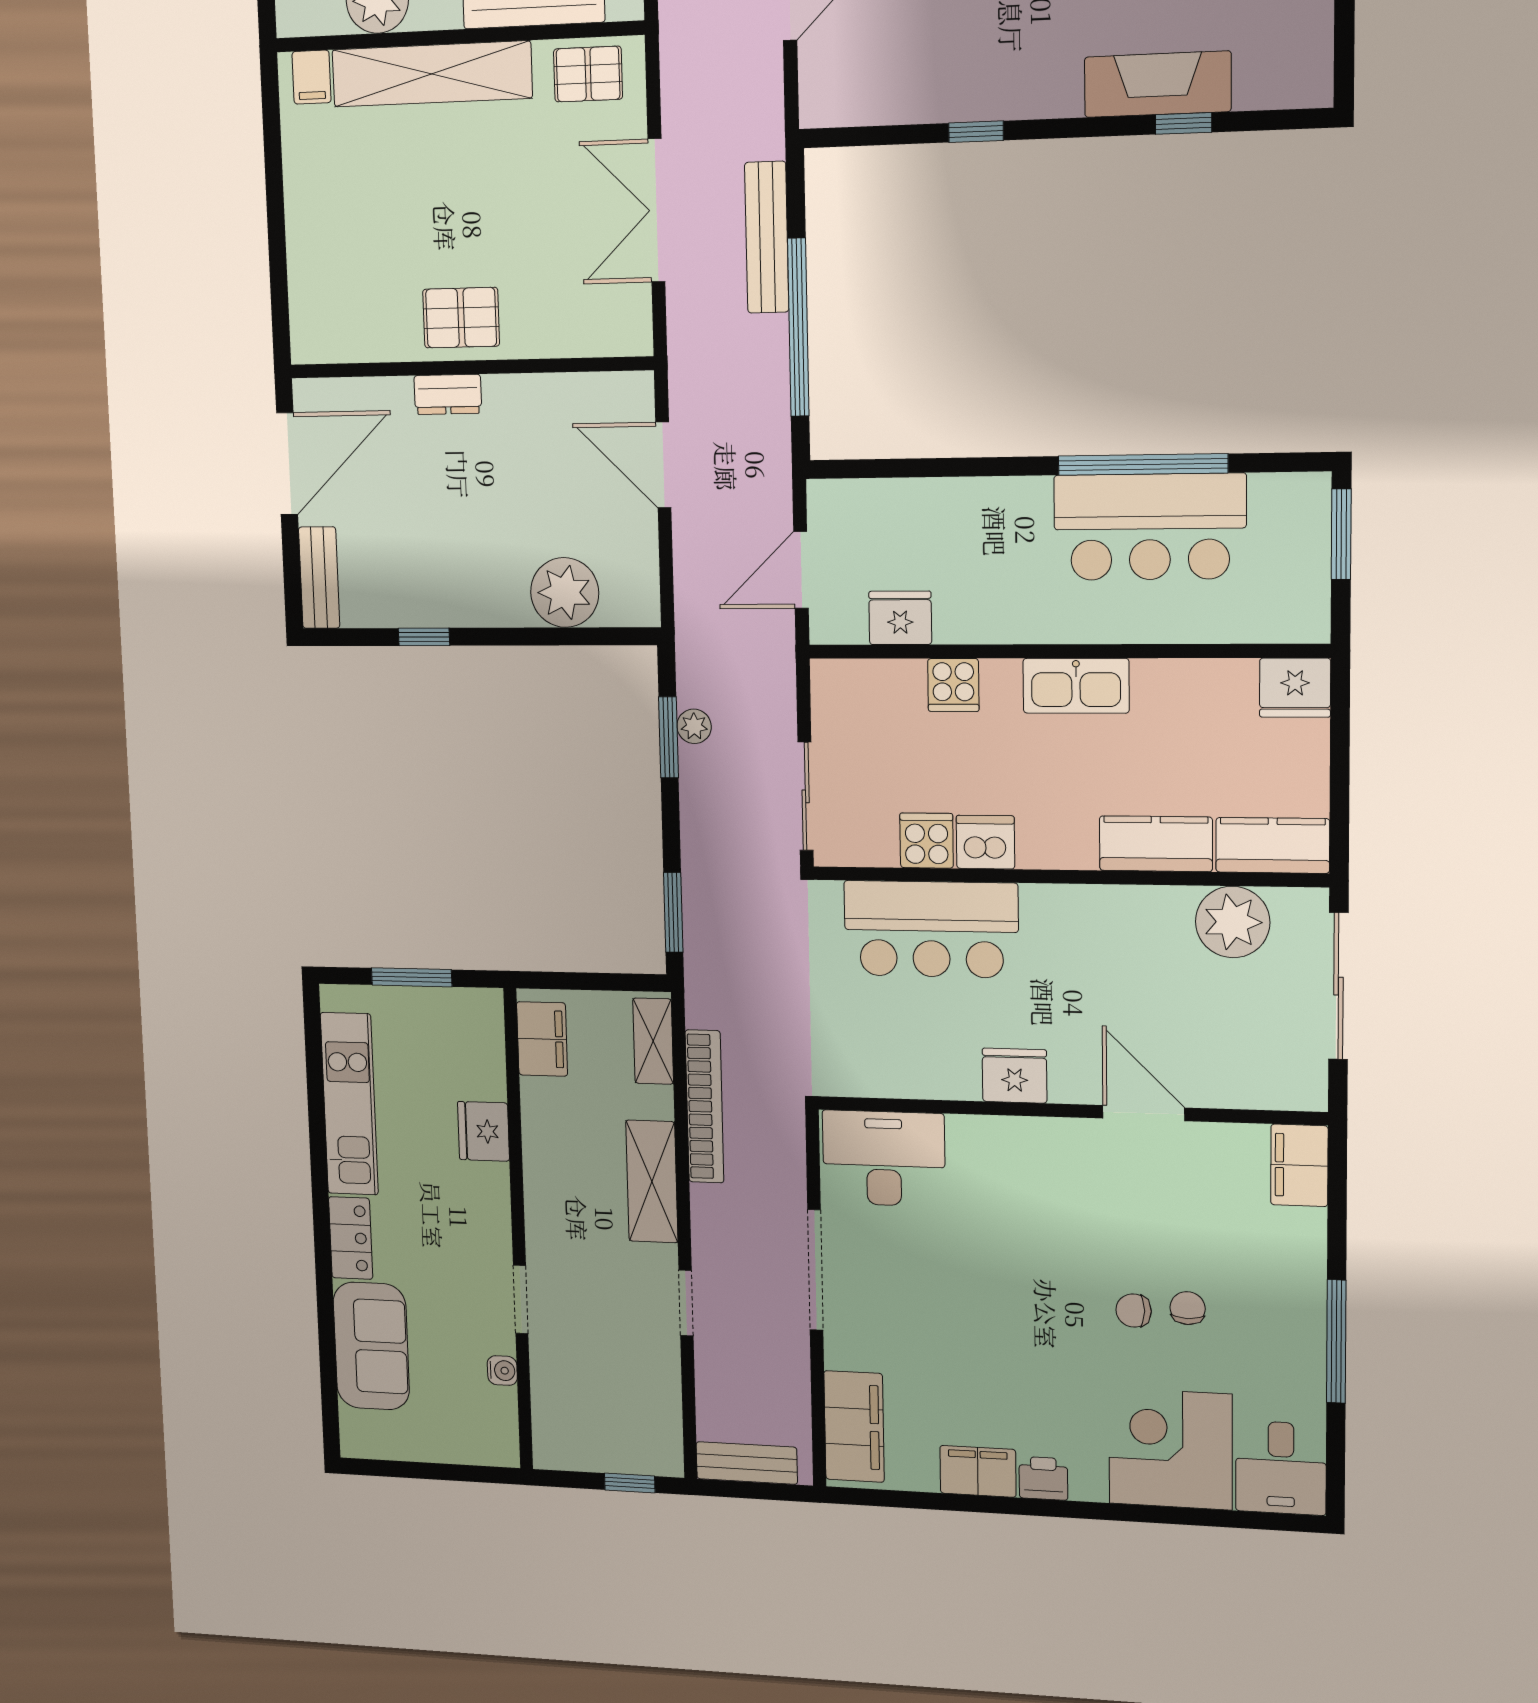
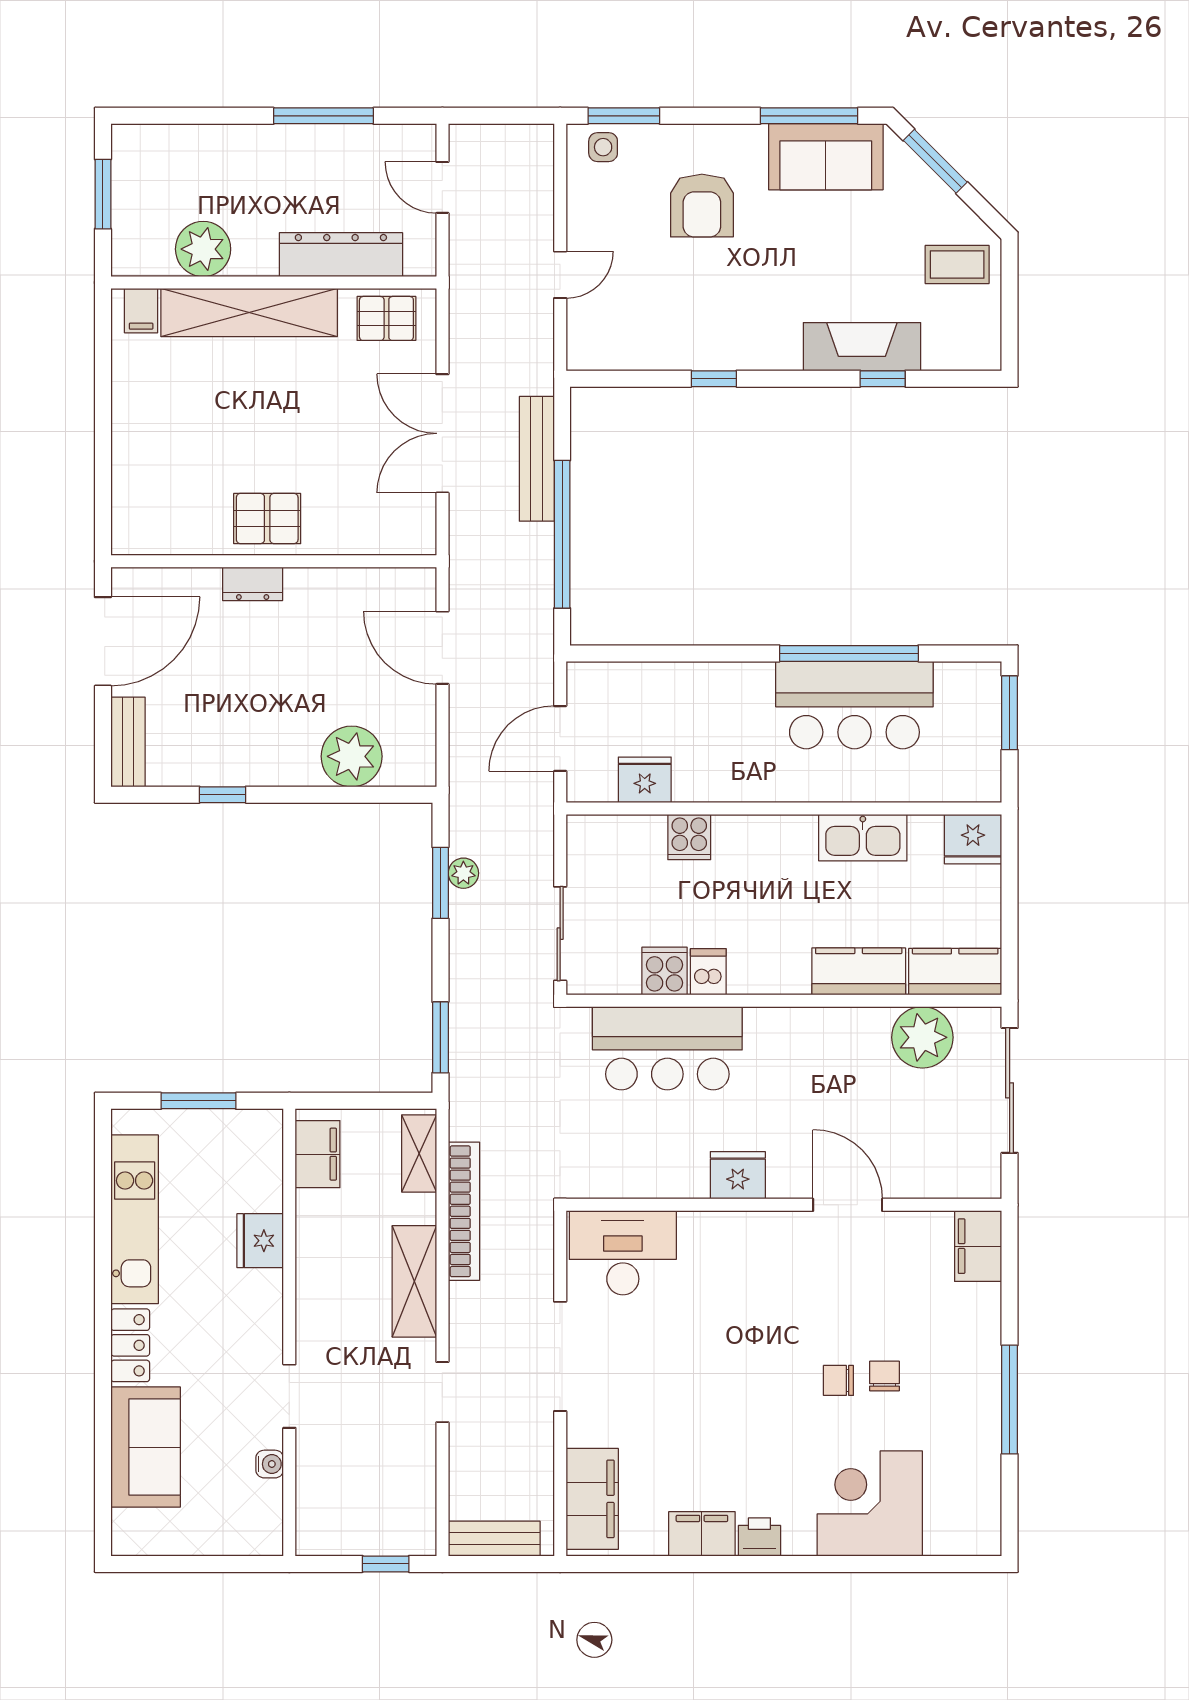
kitchen sink: (1076, 686) -> (863, 838), moved
dishwasher: (985, 842) -> (708, 972), width x0.73
desk: (1281, 1468) -> (964, 1515), removed

